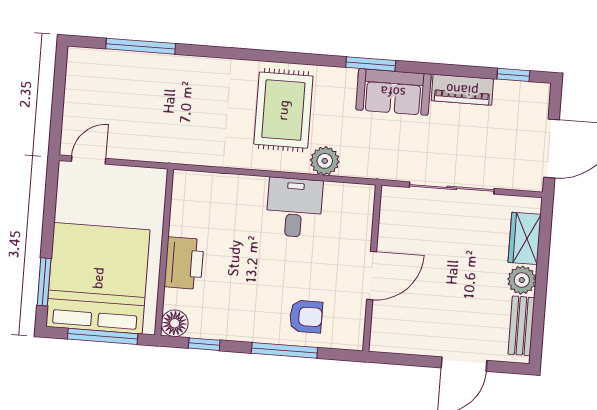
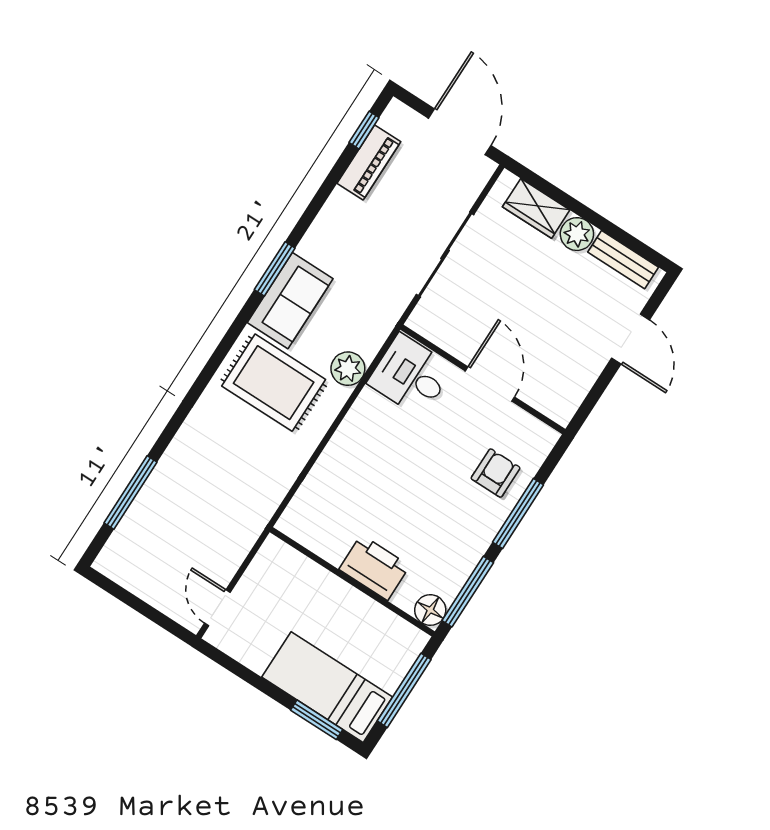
piano: (462, 90) -> (369, 163), moved
sofa: (393, 92) -> (290, 301), moved
desk: (294, 208) -> (411, 375), moved
bed: (98, 278) -> (327, 687), width x0.49
window: (204, 344) -> (468, 592), width x2.17

